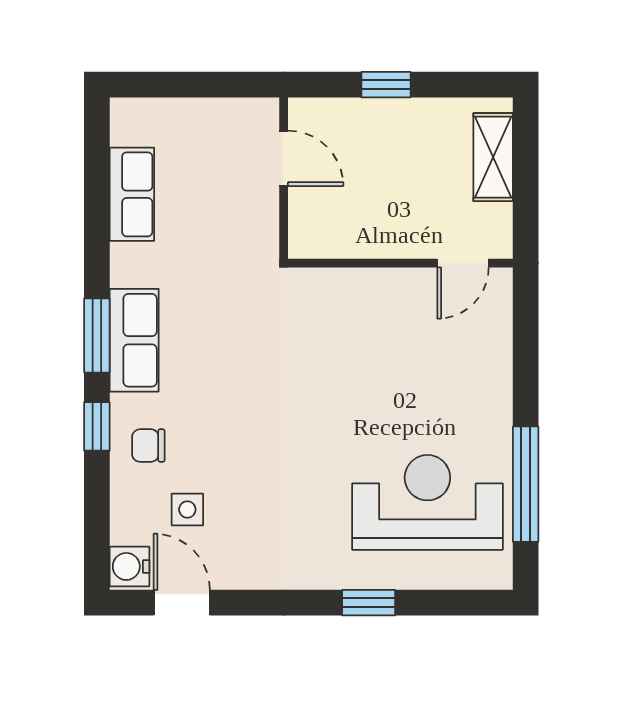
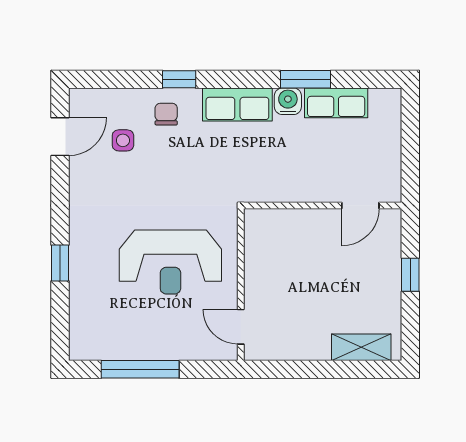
wall: (400, 263) -> (241, 284), moved
door: (463, 263) -> (241, 327), moved
window: (97, 335) -> (306, 79), moved
reception desk: (427, 502) -> (170, 262), moved, turned 90
water cooler: (129, 566) -> (288, 101), moved

